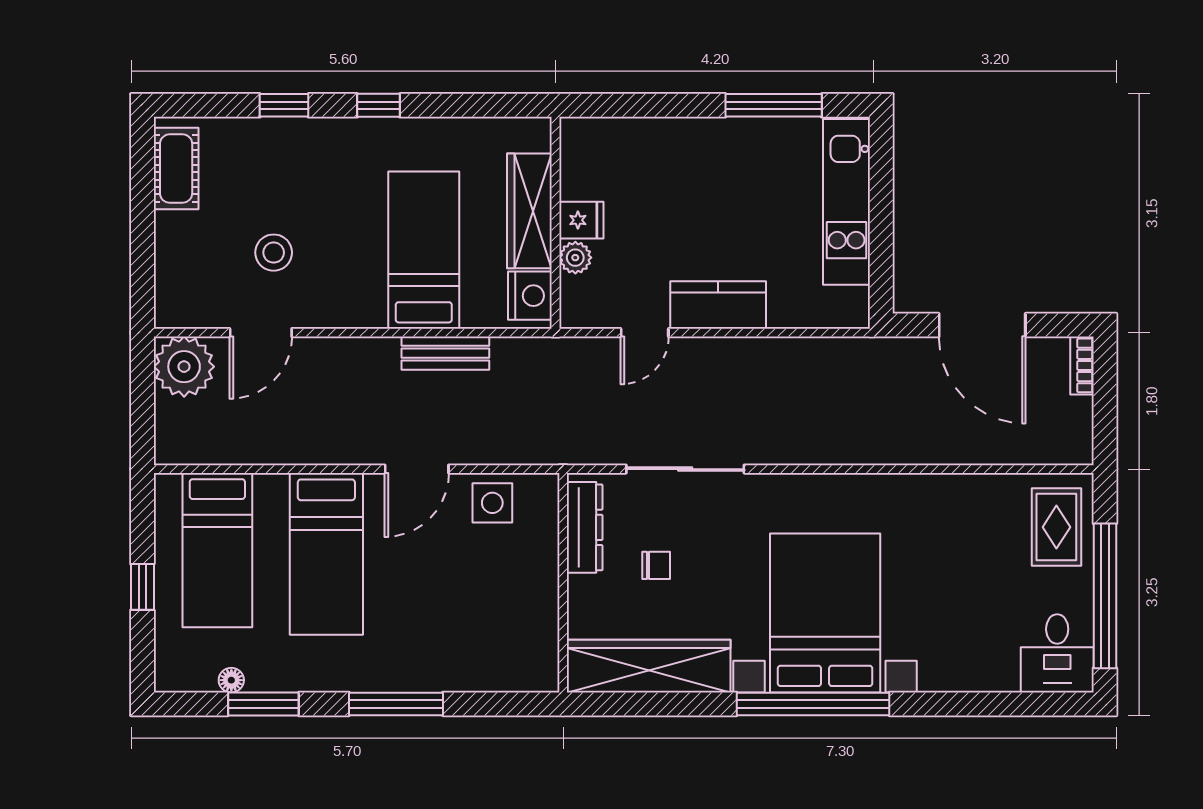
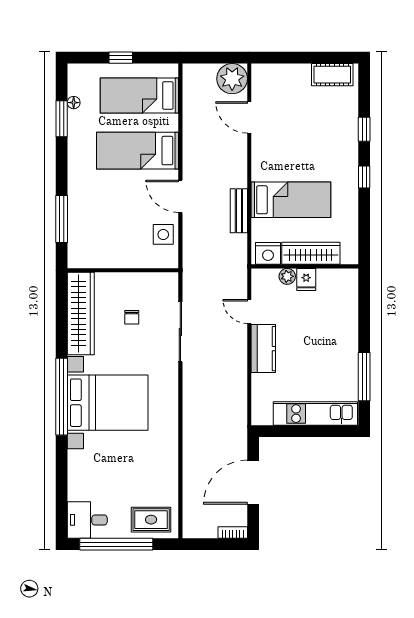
stool: (274, 253) -> (290, 124), removed
dresser: (585, 527) -> (151, 281), removed
window: (396, 704) -> (62, 219), moved

